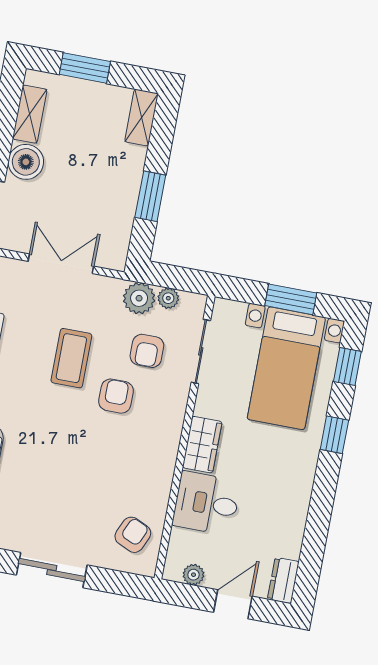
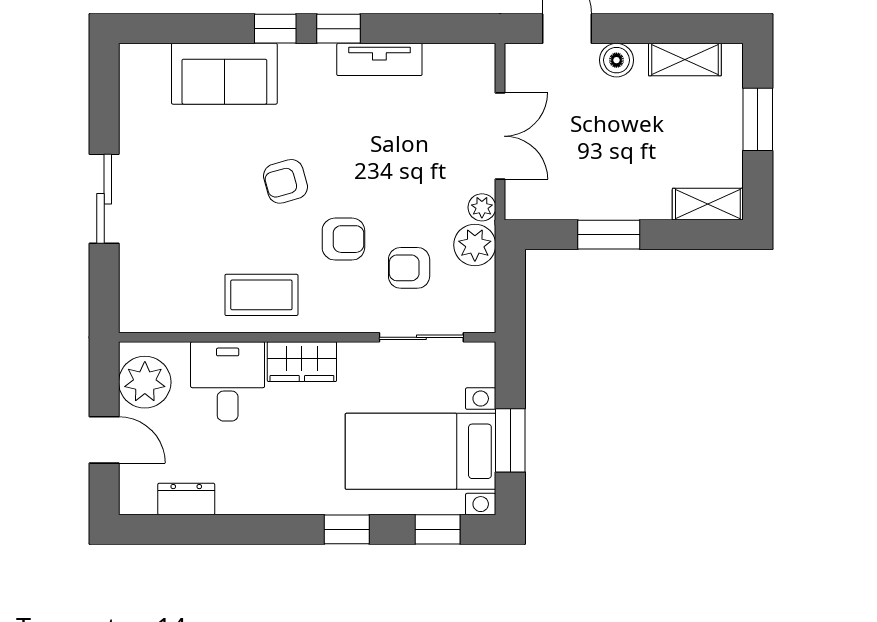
boiler: (26, 162) -> (616, 60), width x0.73, depth x0.73
plant: (168, 298) -> (482, 207), moved
coffee table: (71, 358) -> (261, 295), moved
armchair: (133, 535) -> (286, 181), moved, turned 140
plant: (193, 575) -> (145, 382), width x1.88, depth x1.88
dresser: (283, 580) -> (186, 499), moved

